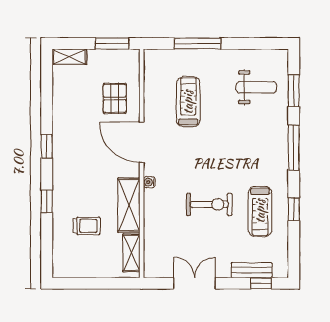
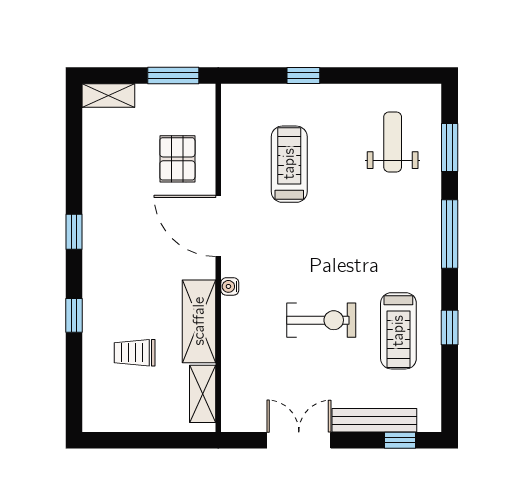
window: (198, 43) -> (303, 75), width x0.46
weight bench: (256, 87) -> (393, 142), turned -90
trolley: (87, 226) -> (135, 353), turned 180
bench: (252, 270) -> (374, 420), width x1.36

